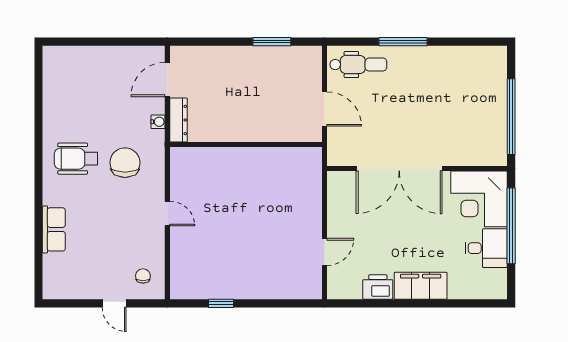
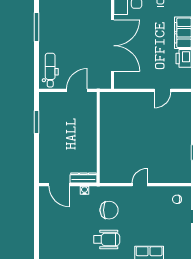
window: (403, 42) -> (36, 27), moved
wheelchair: (76, 159) -> (107, 239), turned -90
chair: (125, 163) -> (109, 210), turned 180
door: (325, 252) -> (163, 90), swing flipped

